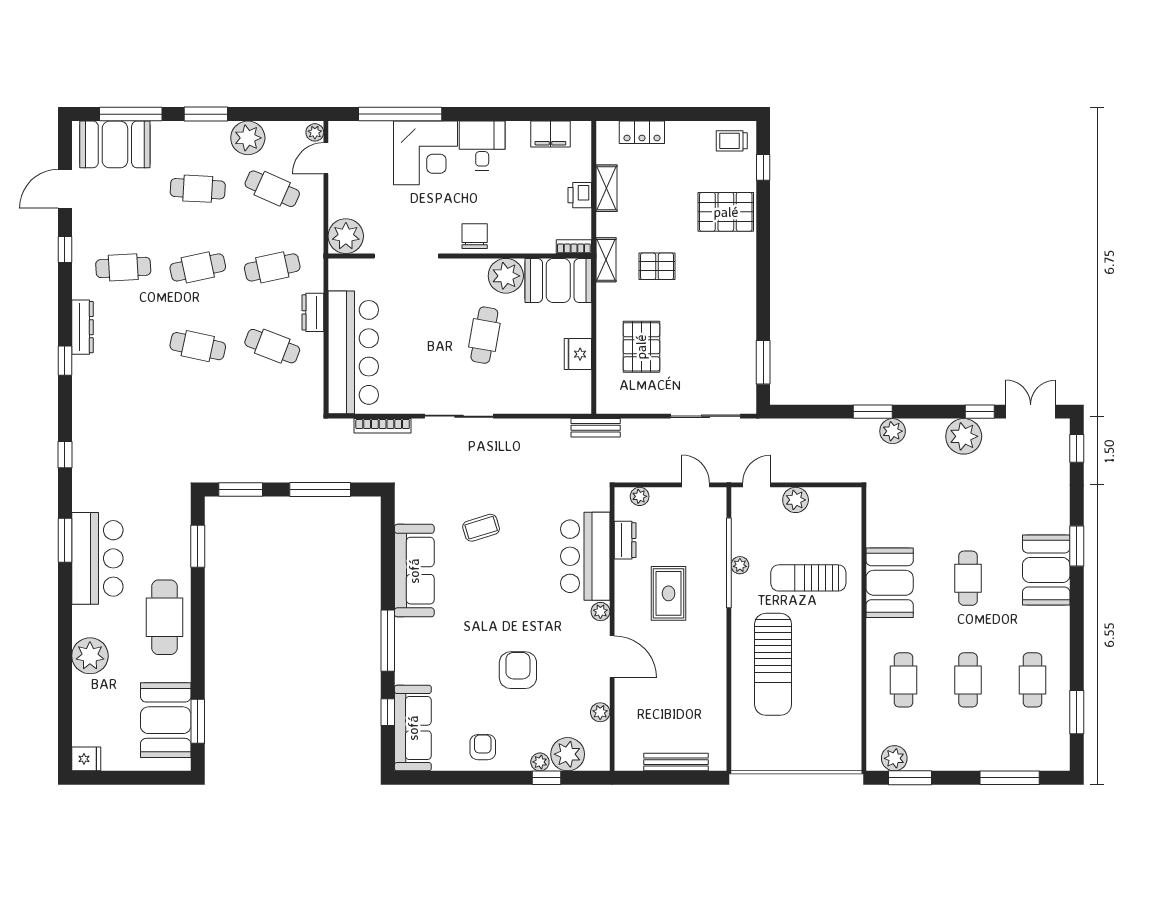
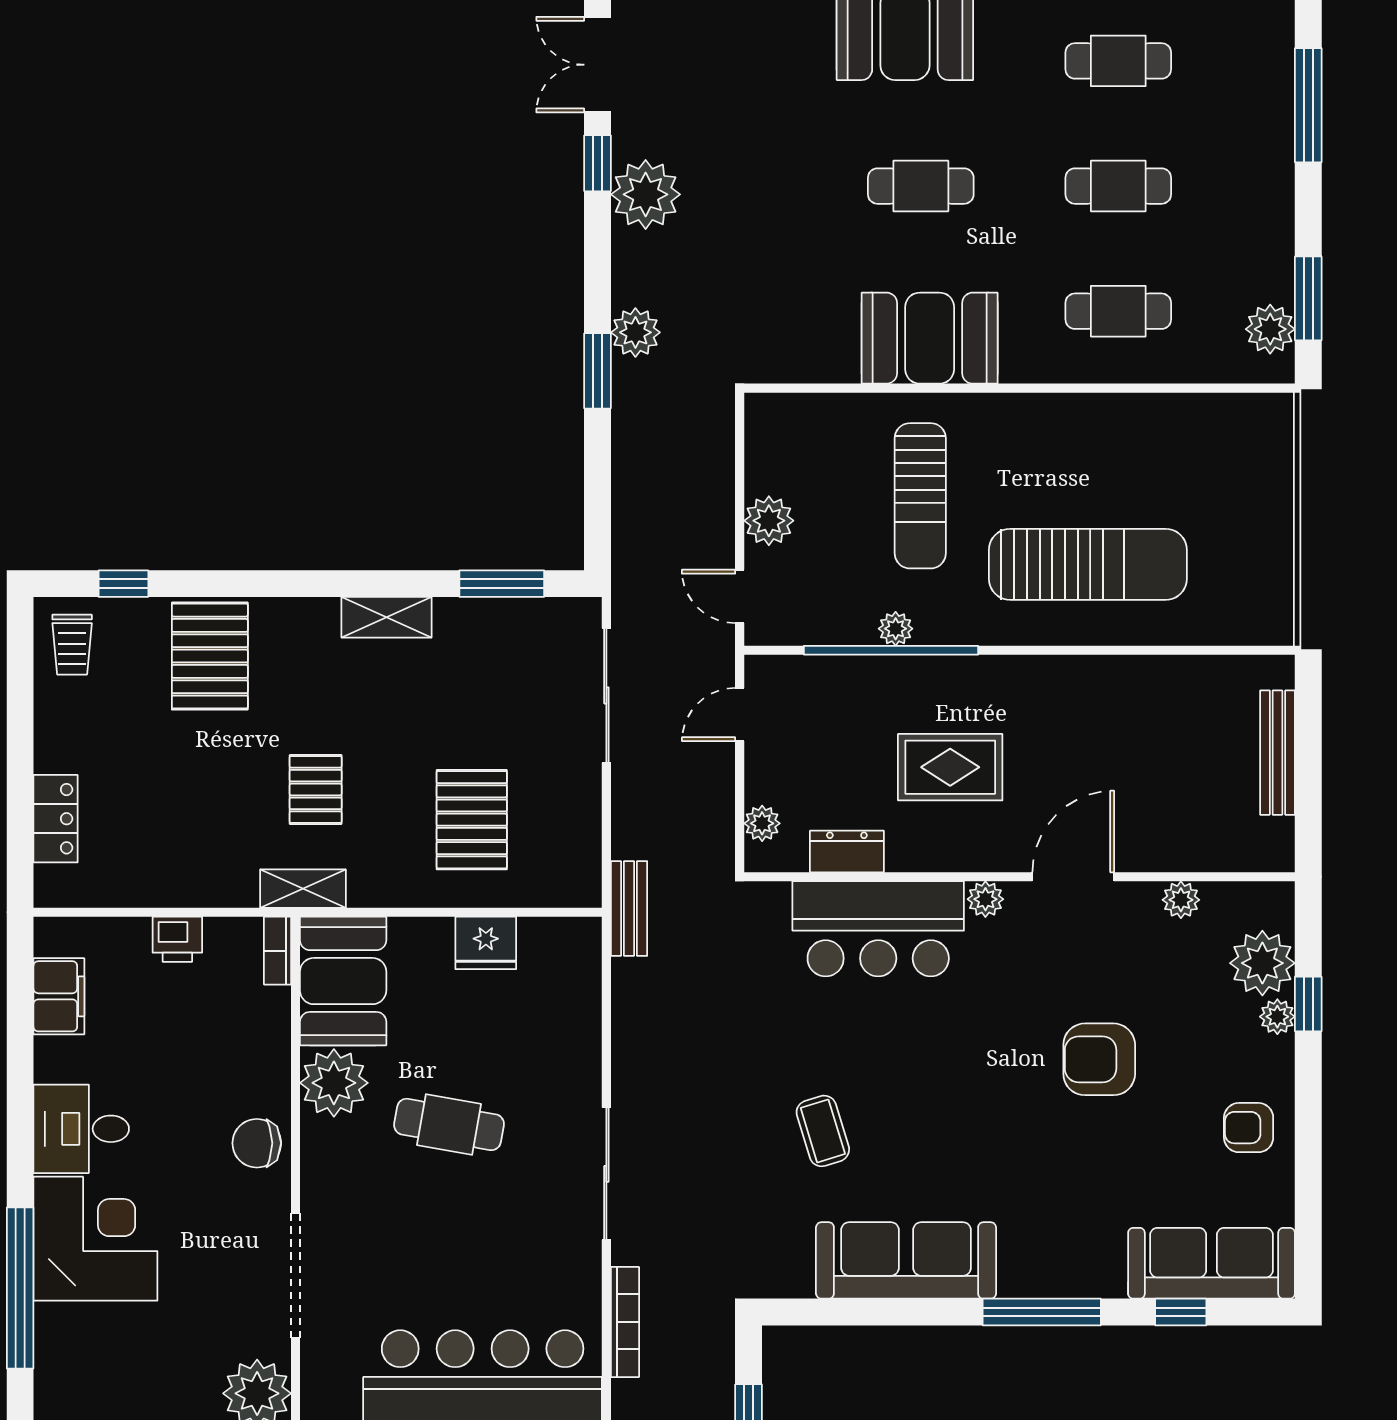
shelving: (606, 188) -> (387, 617), moved
pallet: (641, 347) -> (472, 820), turned 90

